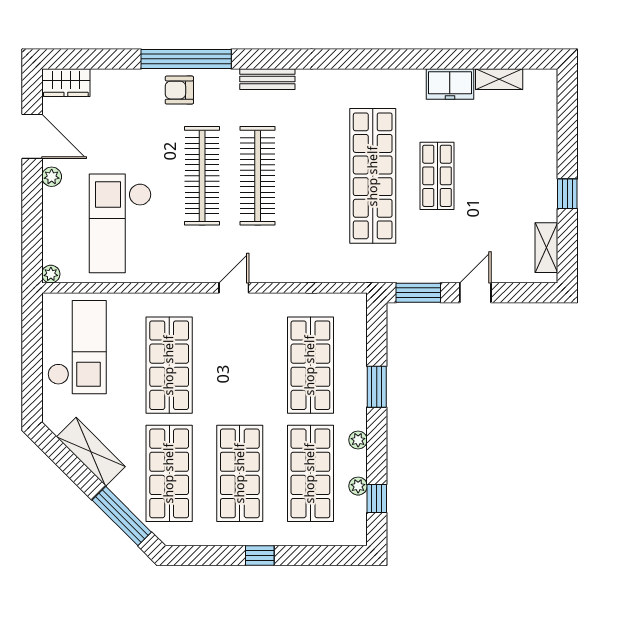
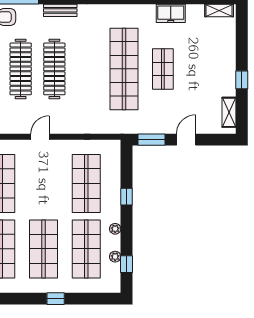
shelving: (499, 79) -> (219, 10), moved
window: (377, 387) -> (126, 197), width x0.67

